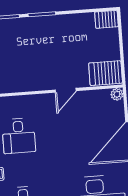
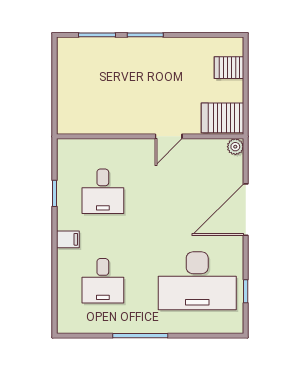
server rack: (106, 19) -> (229, 68), moved

